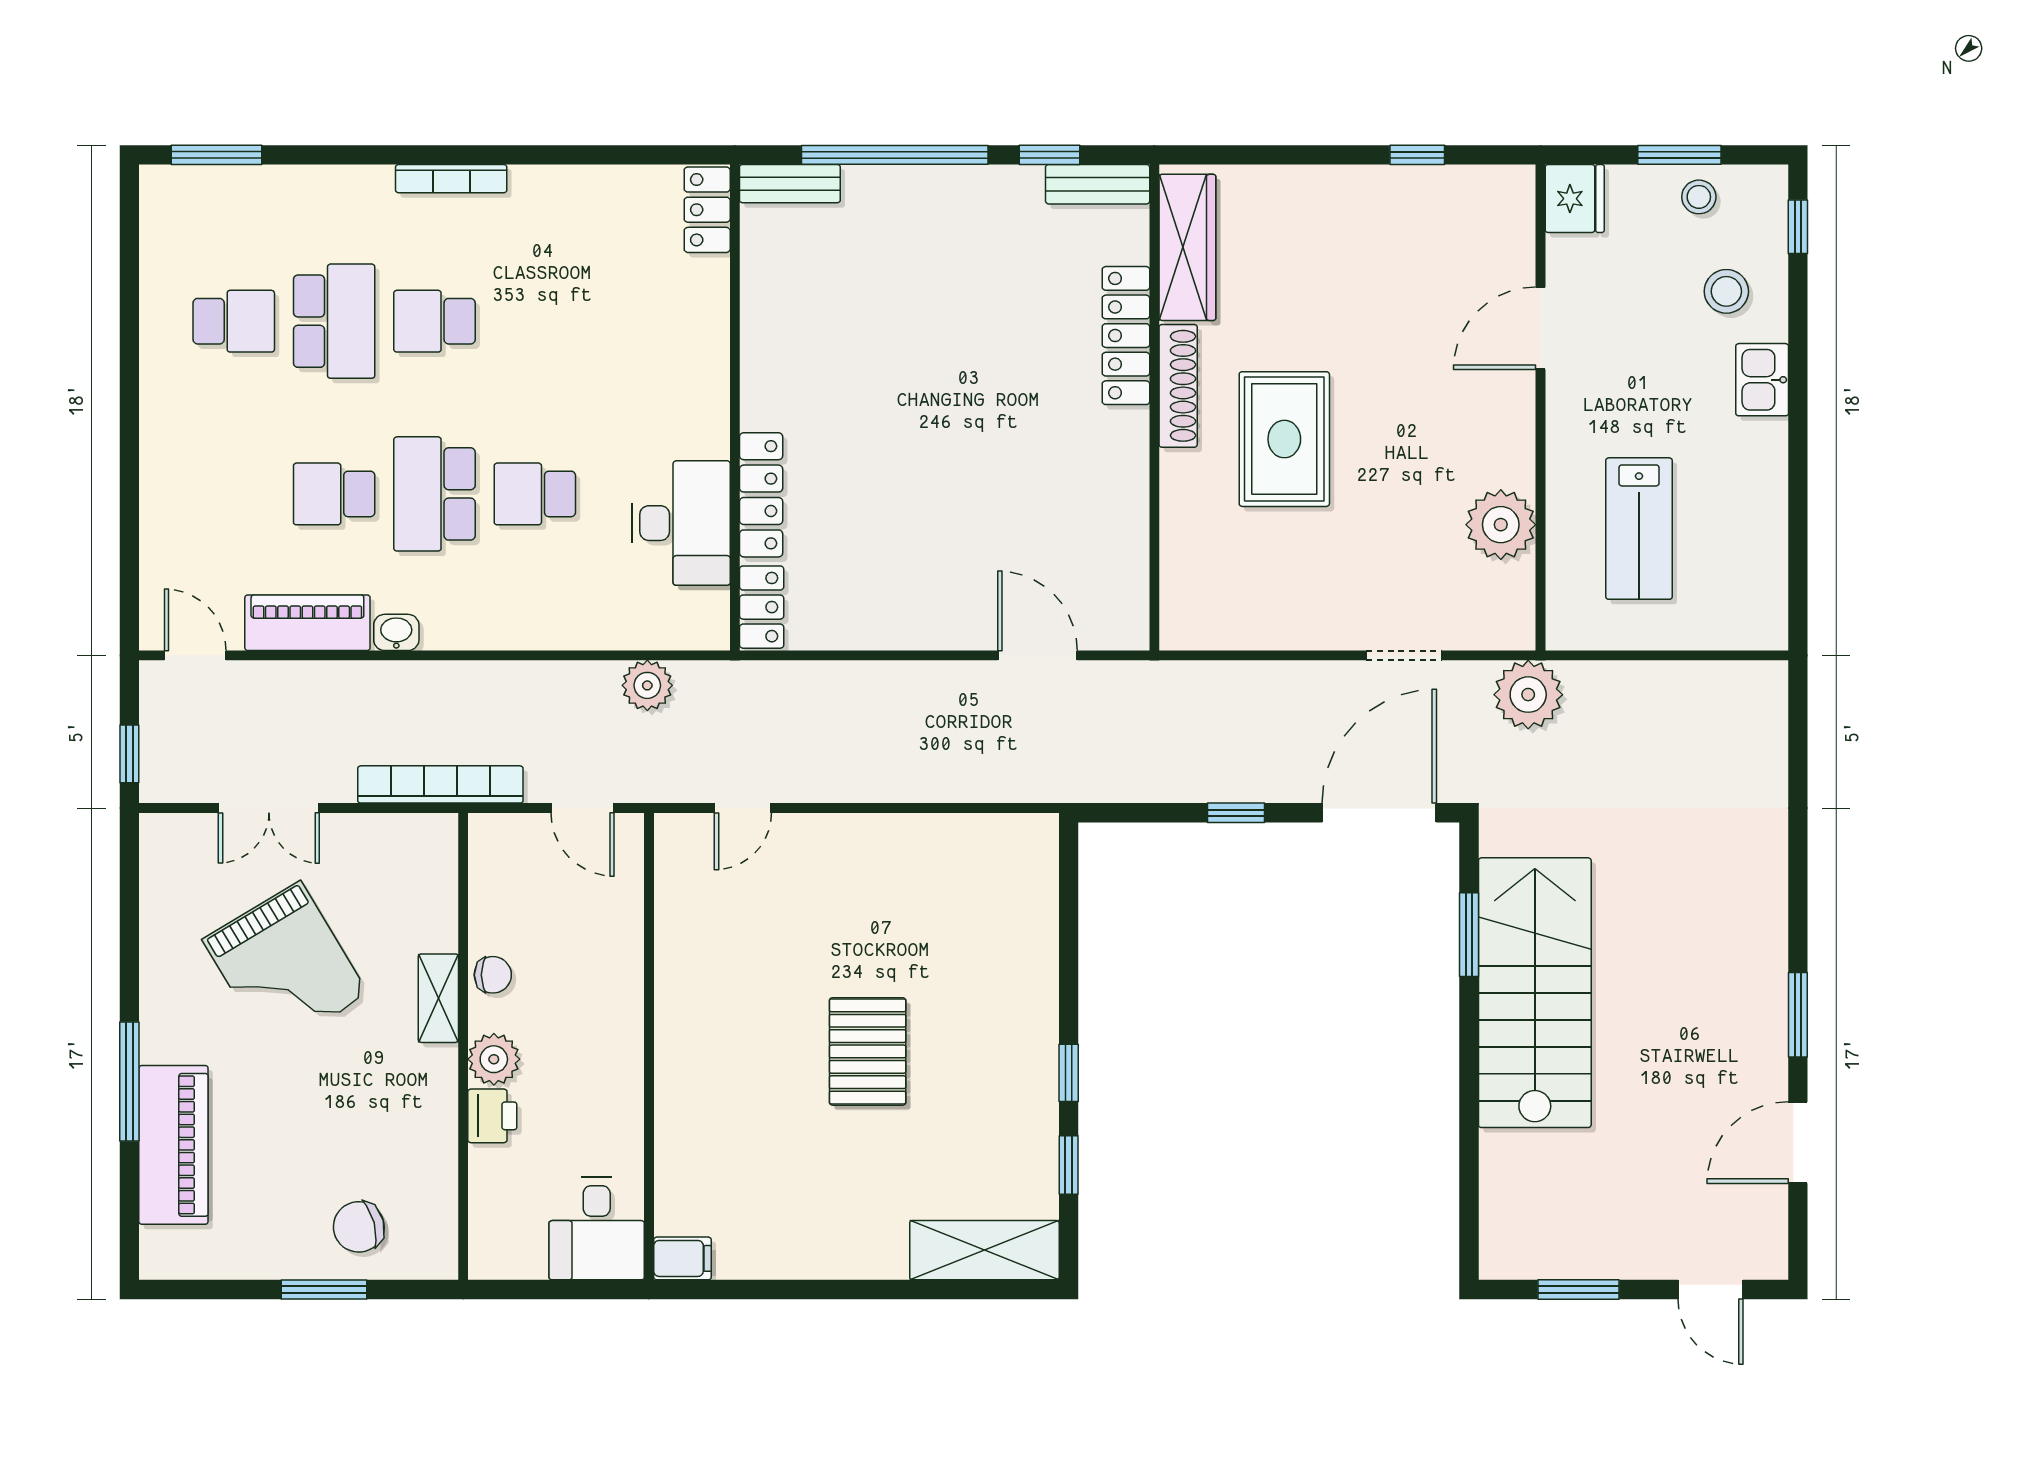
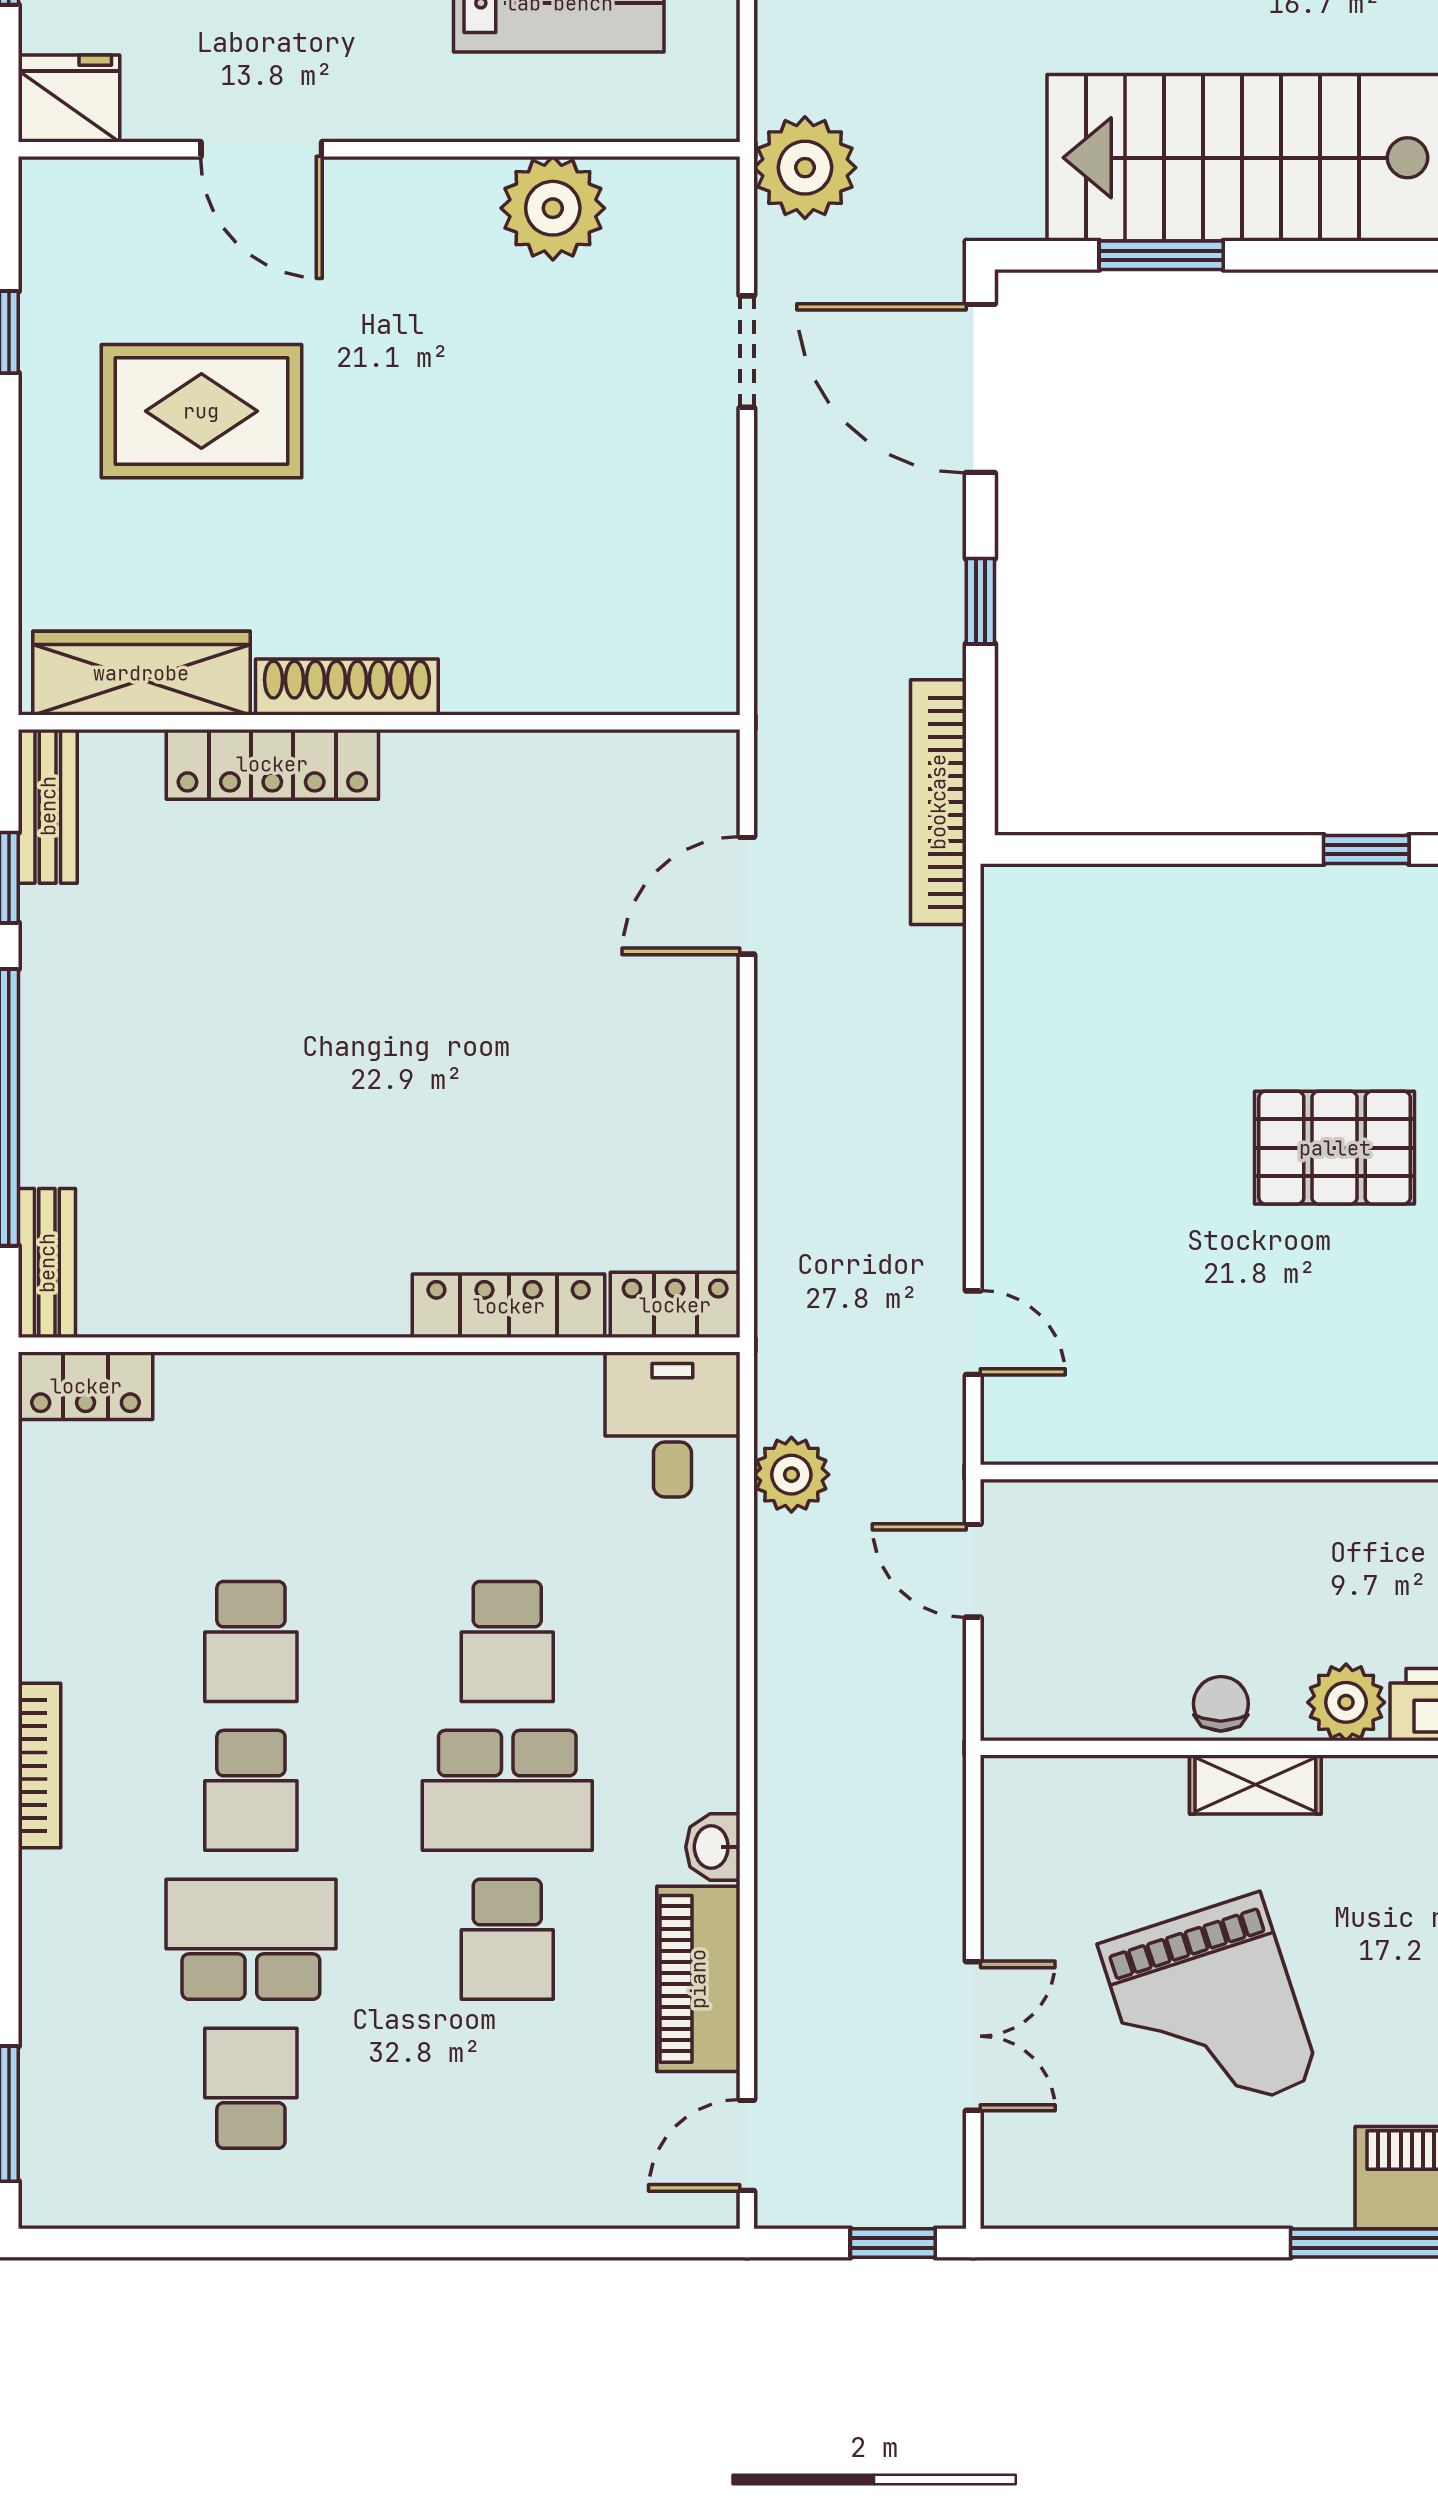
school desk: (535, 321) -> (251, 1641), added
rug: (1284, 439) -> (201, 411), moved
desk: (681, 523) -> (672, 1424), moved, width x0.73
bookcase: (440, 784) -> (938, 802), moved
door: (583, 808) -> (973, 1571), swing flipped
grand piano: (285, 967) -> (1209, 2012), turned 103

